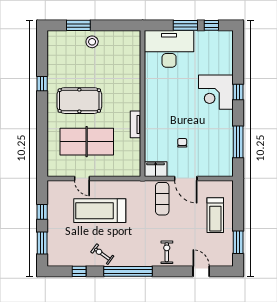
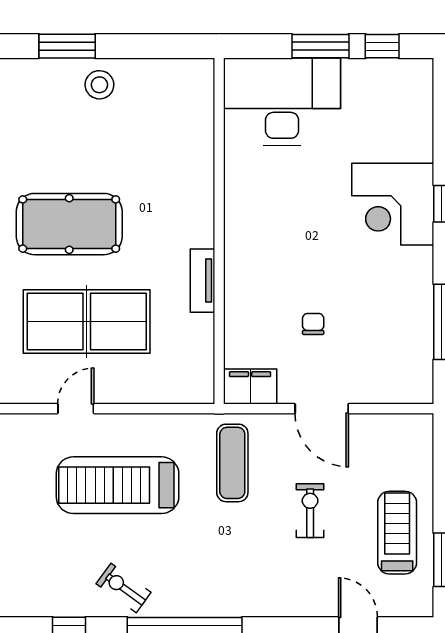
door: (82, 178) -> (76, 409), swing flipped
exercise mat: (162, 199) -> (232, 463), moved
treadmill: (215, 215) -> (397, 533), moved, turned 180
exercise bike: (167, 252) -> (310, 511), moved

